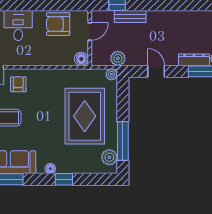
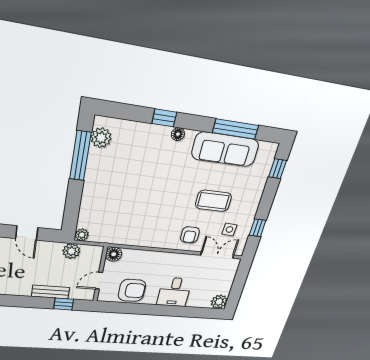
rug: (85, 116) -> (122, 192), removed

